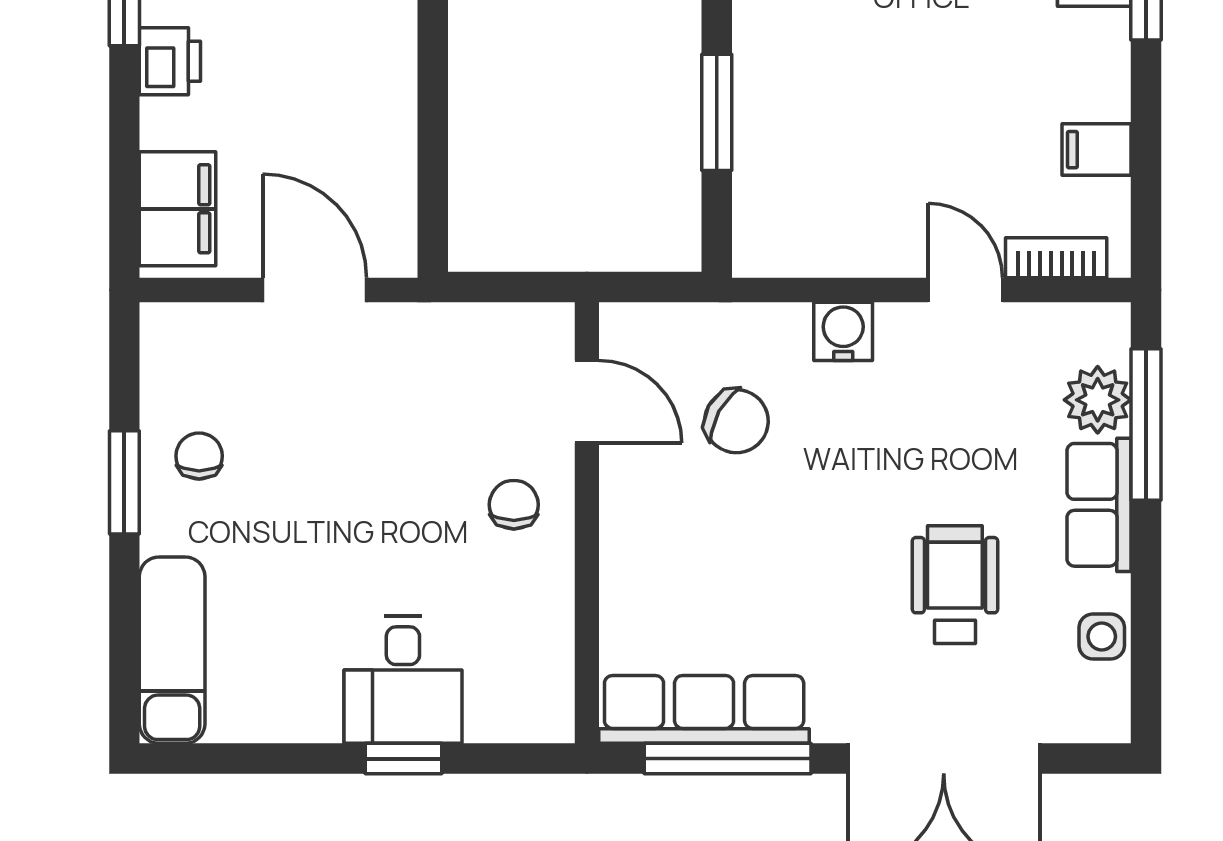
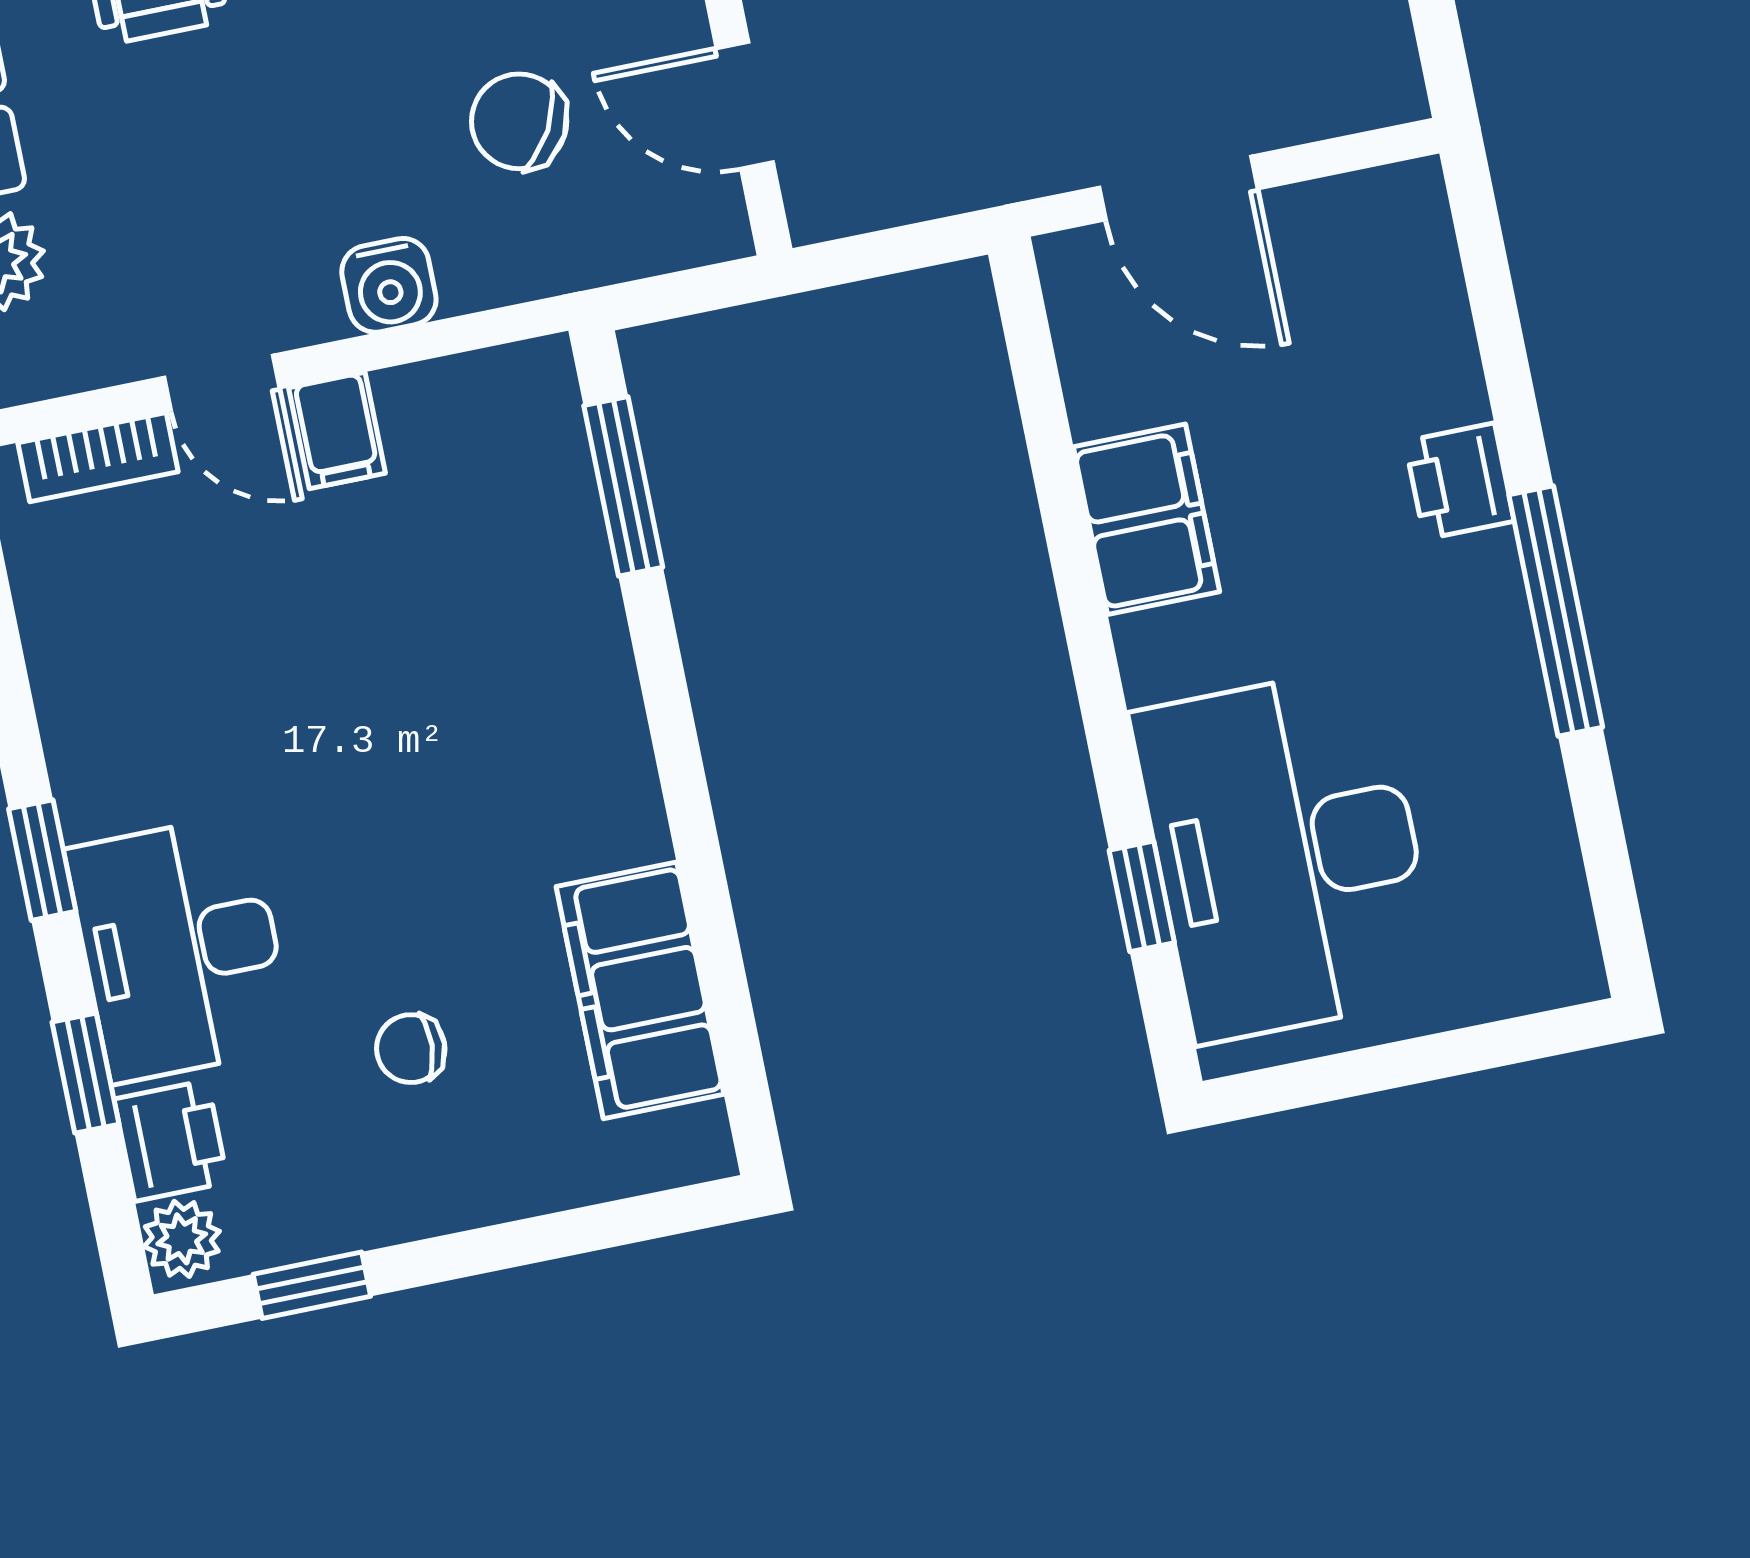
window: (717, 112) -> (623, 486), moved
filing cabinet: (1097, 150) -> (337, 430), moved, turned 90
filing cabinet: (178, 209) -> (1146, 519), moved, turned 180

